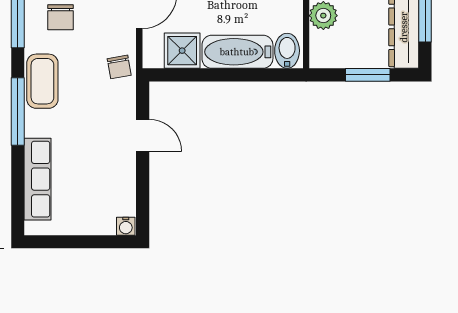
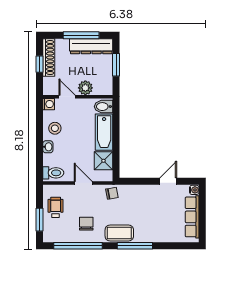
chair: (60, 17) -> (86, 224), turned -90
door: (143, 135) -> (168, 181), moved
row of seats: (37, 179) -> (192, 217), moved, turned -90

